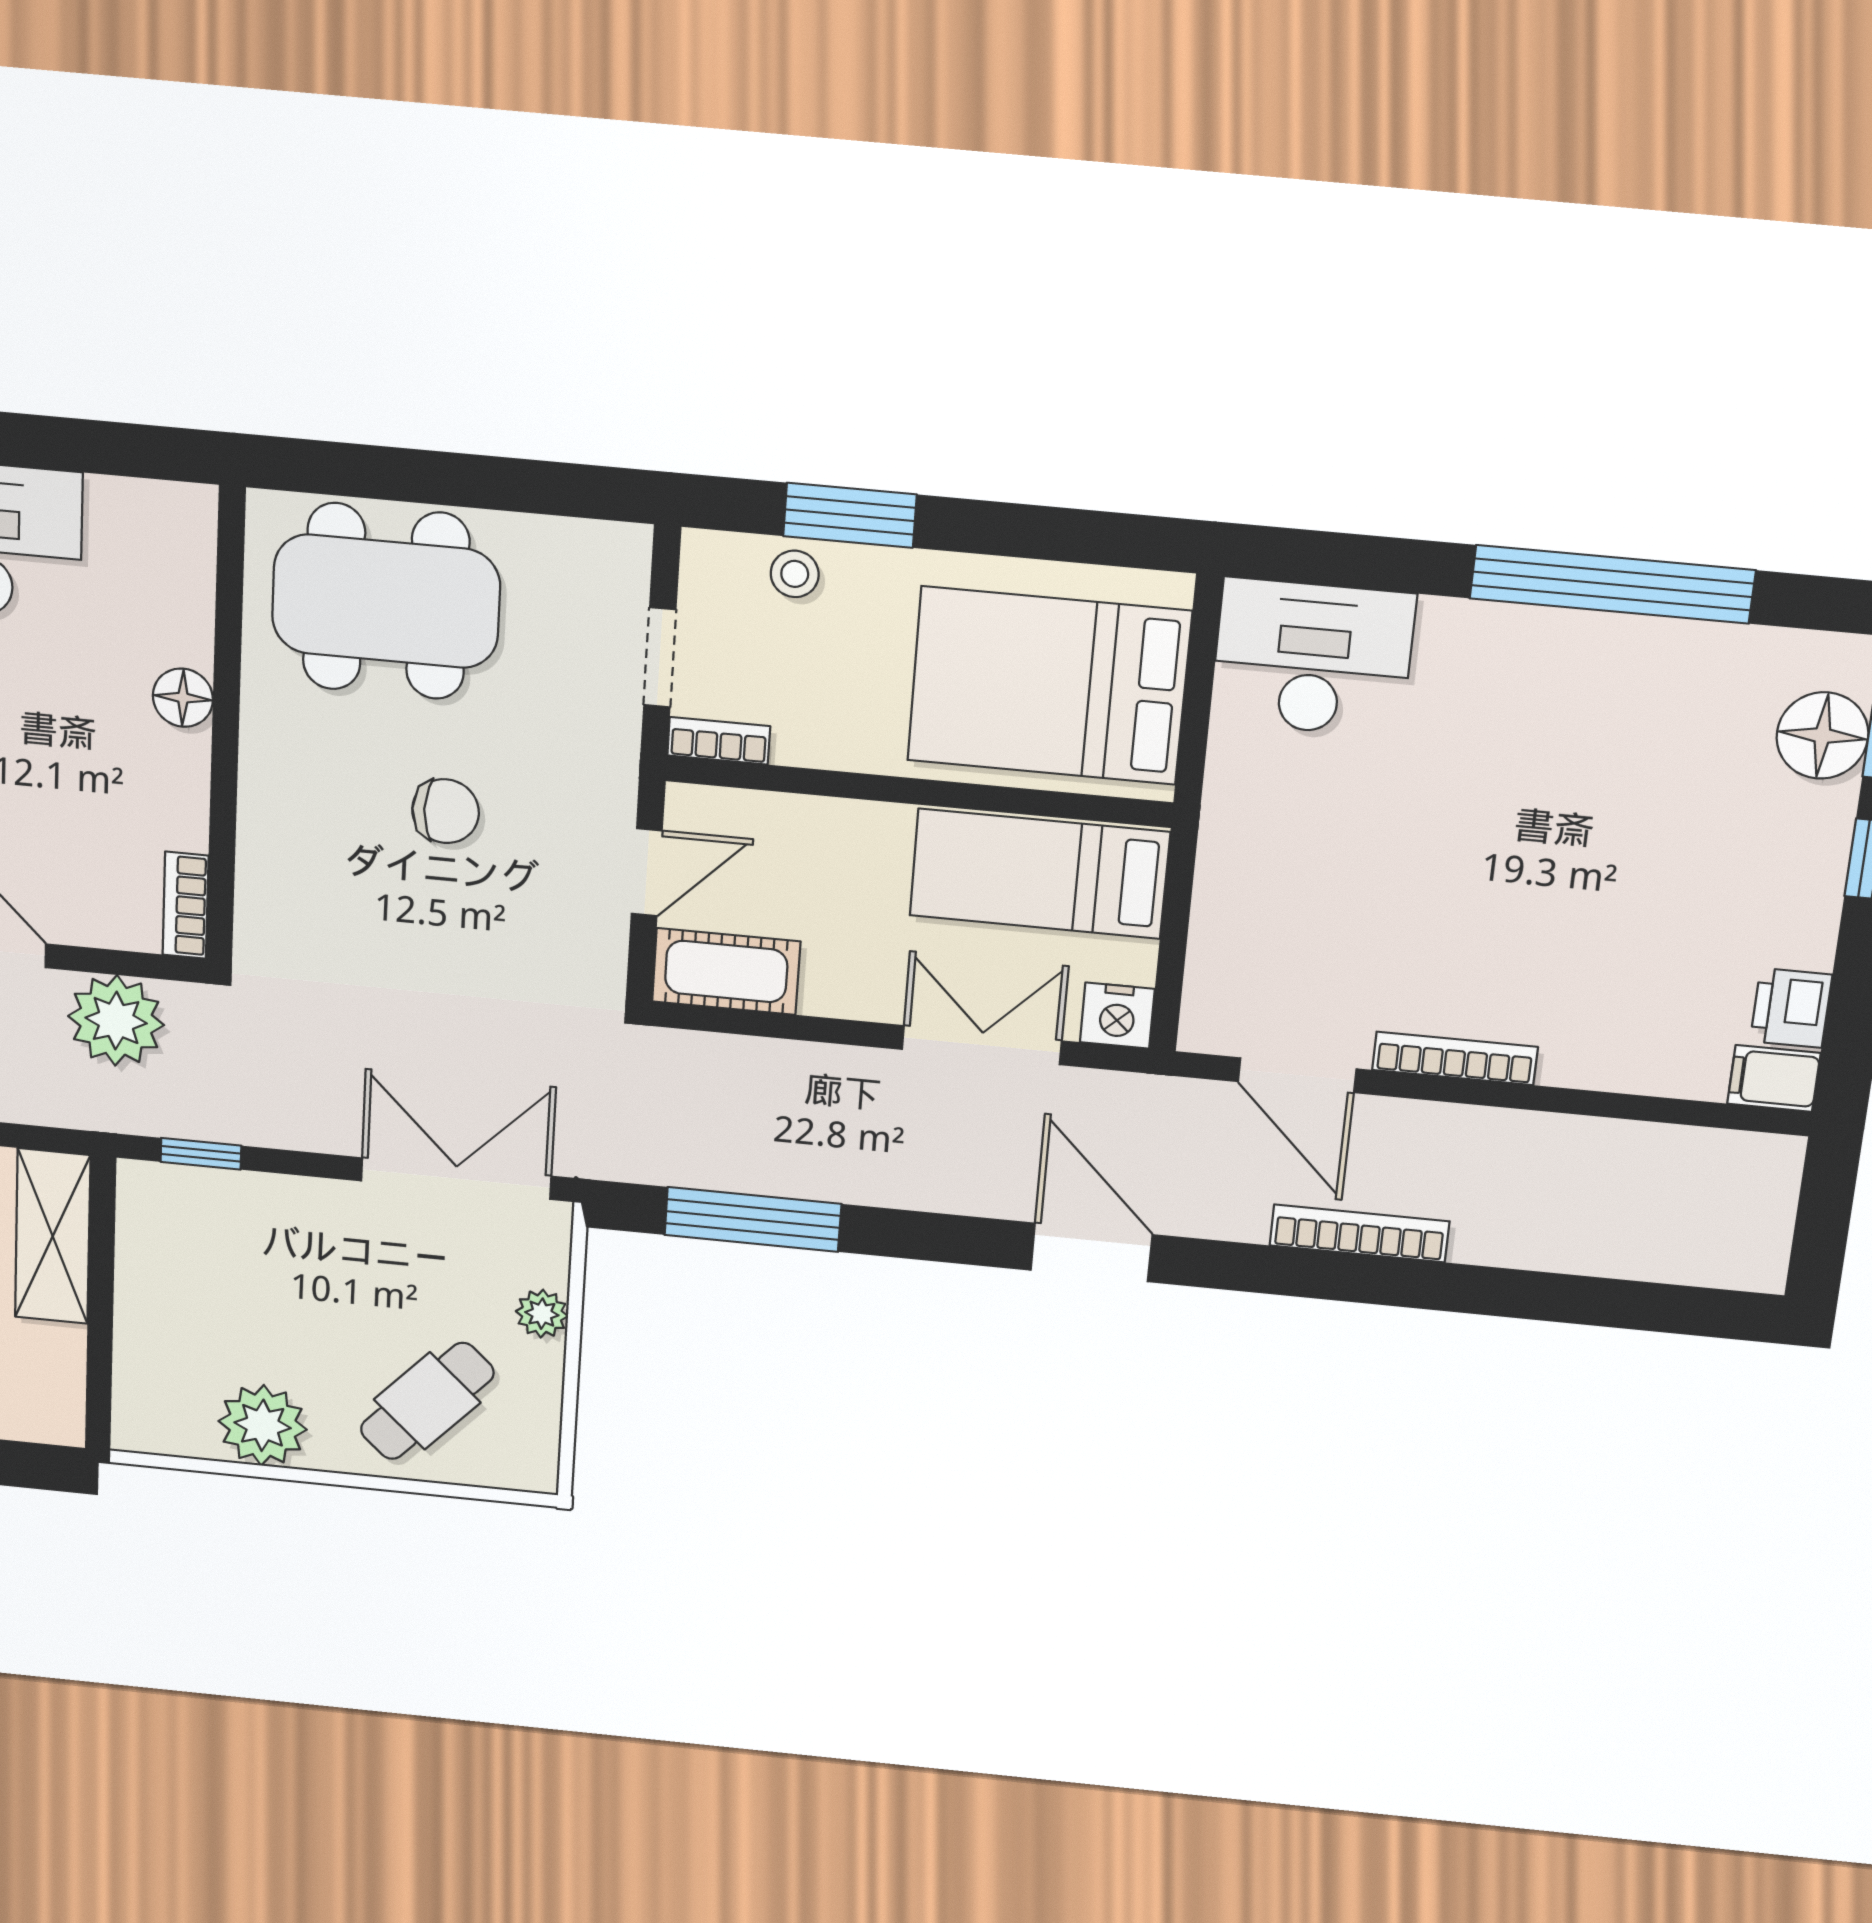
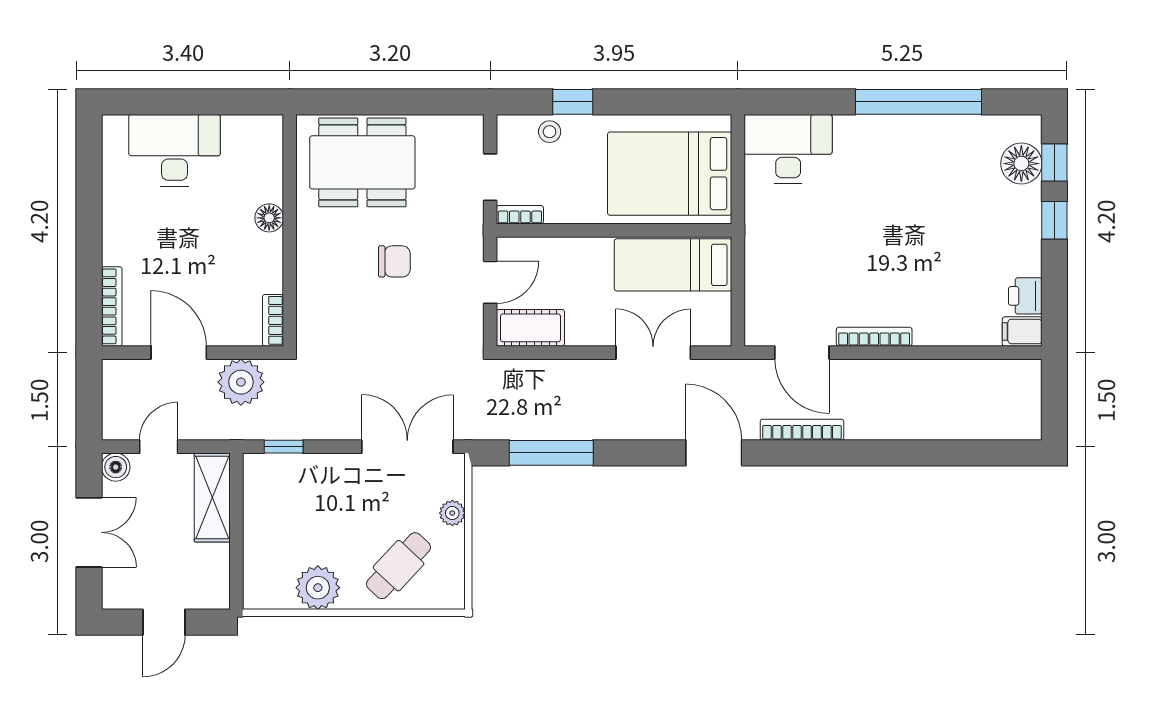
window: (850, 515) -> (573, 102), width x0.67
nightstand: (1117, 1016) -> (715, 331), removed
bookcase: (1360, 1233) -> (802, 430), moved

